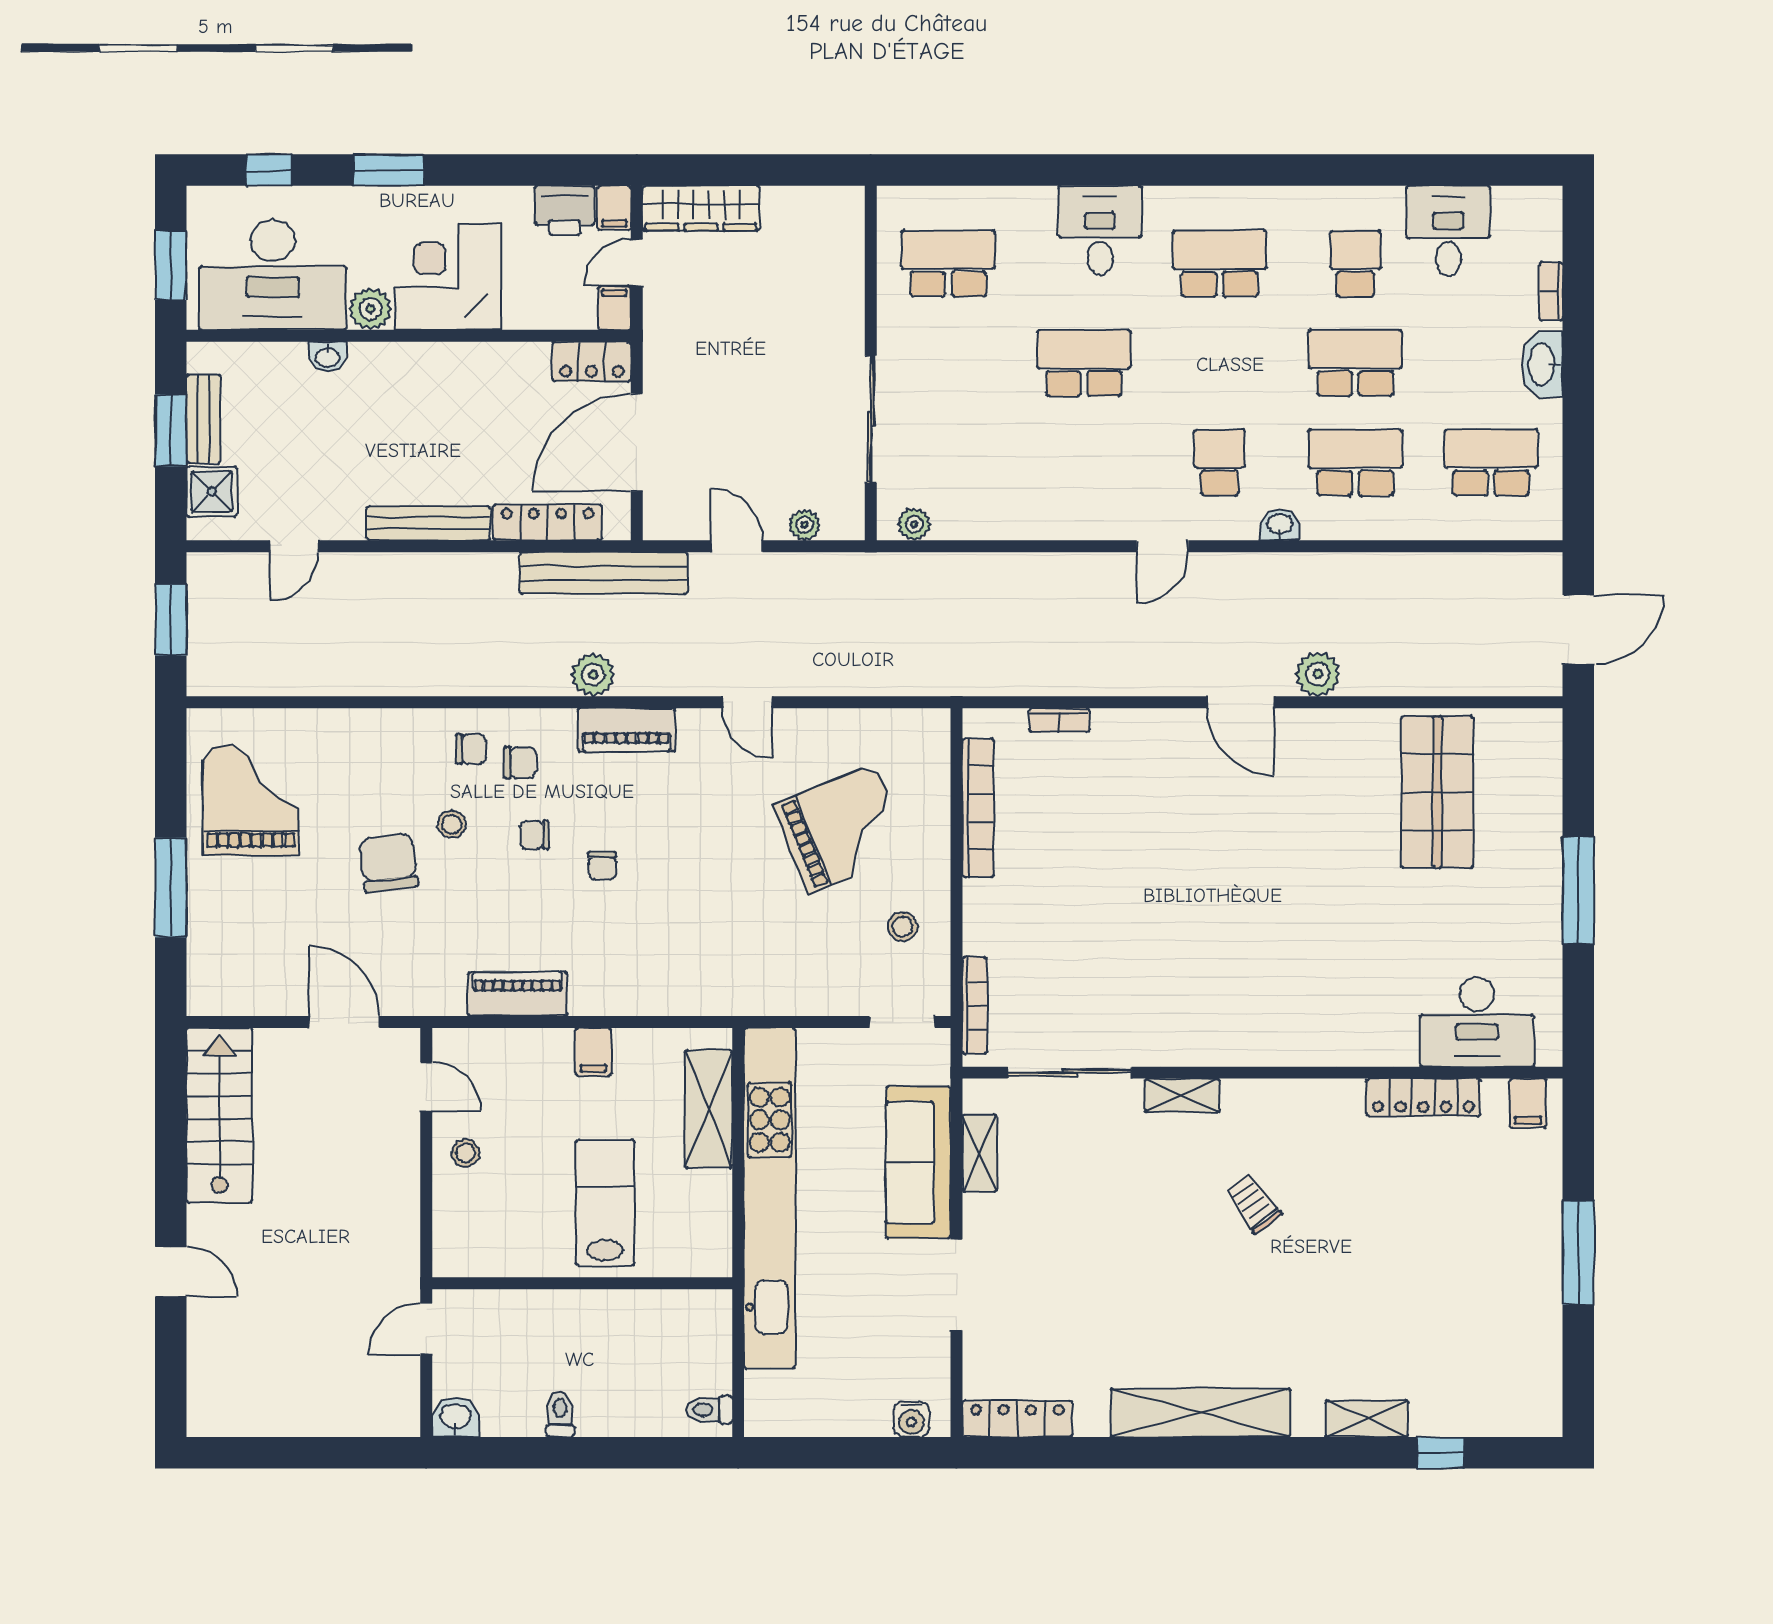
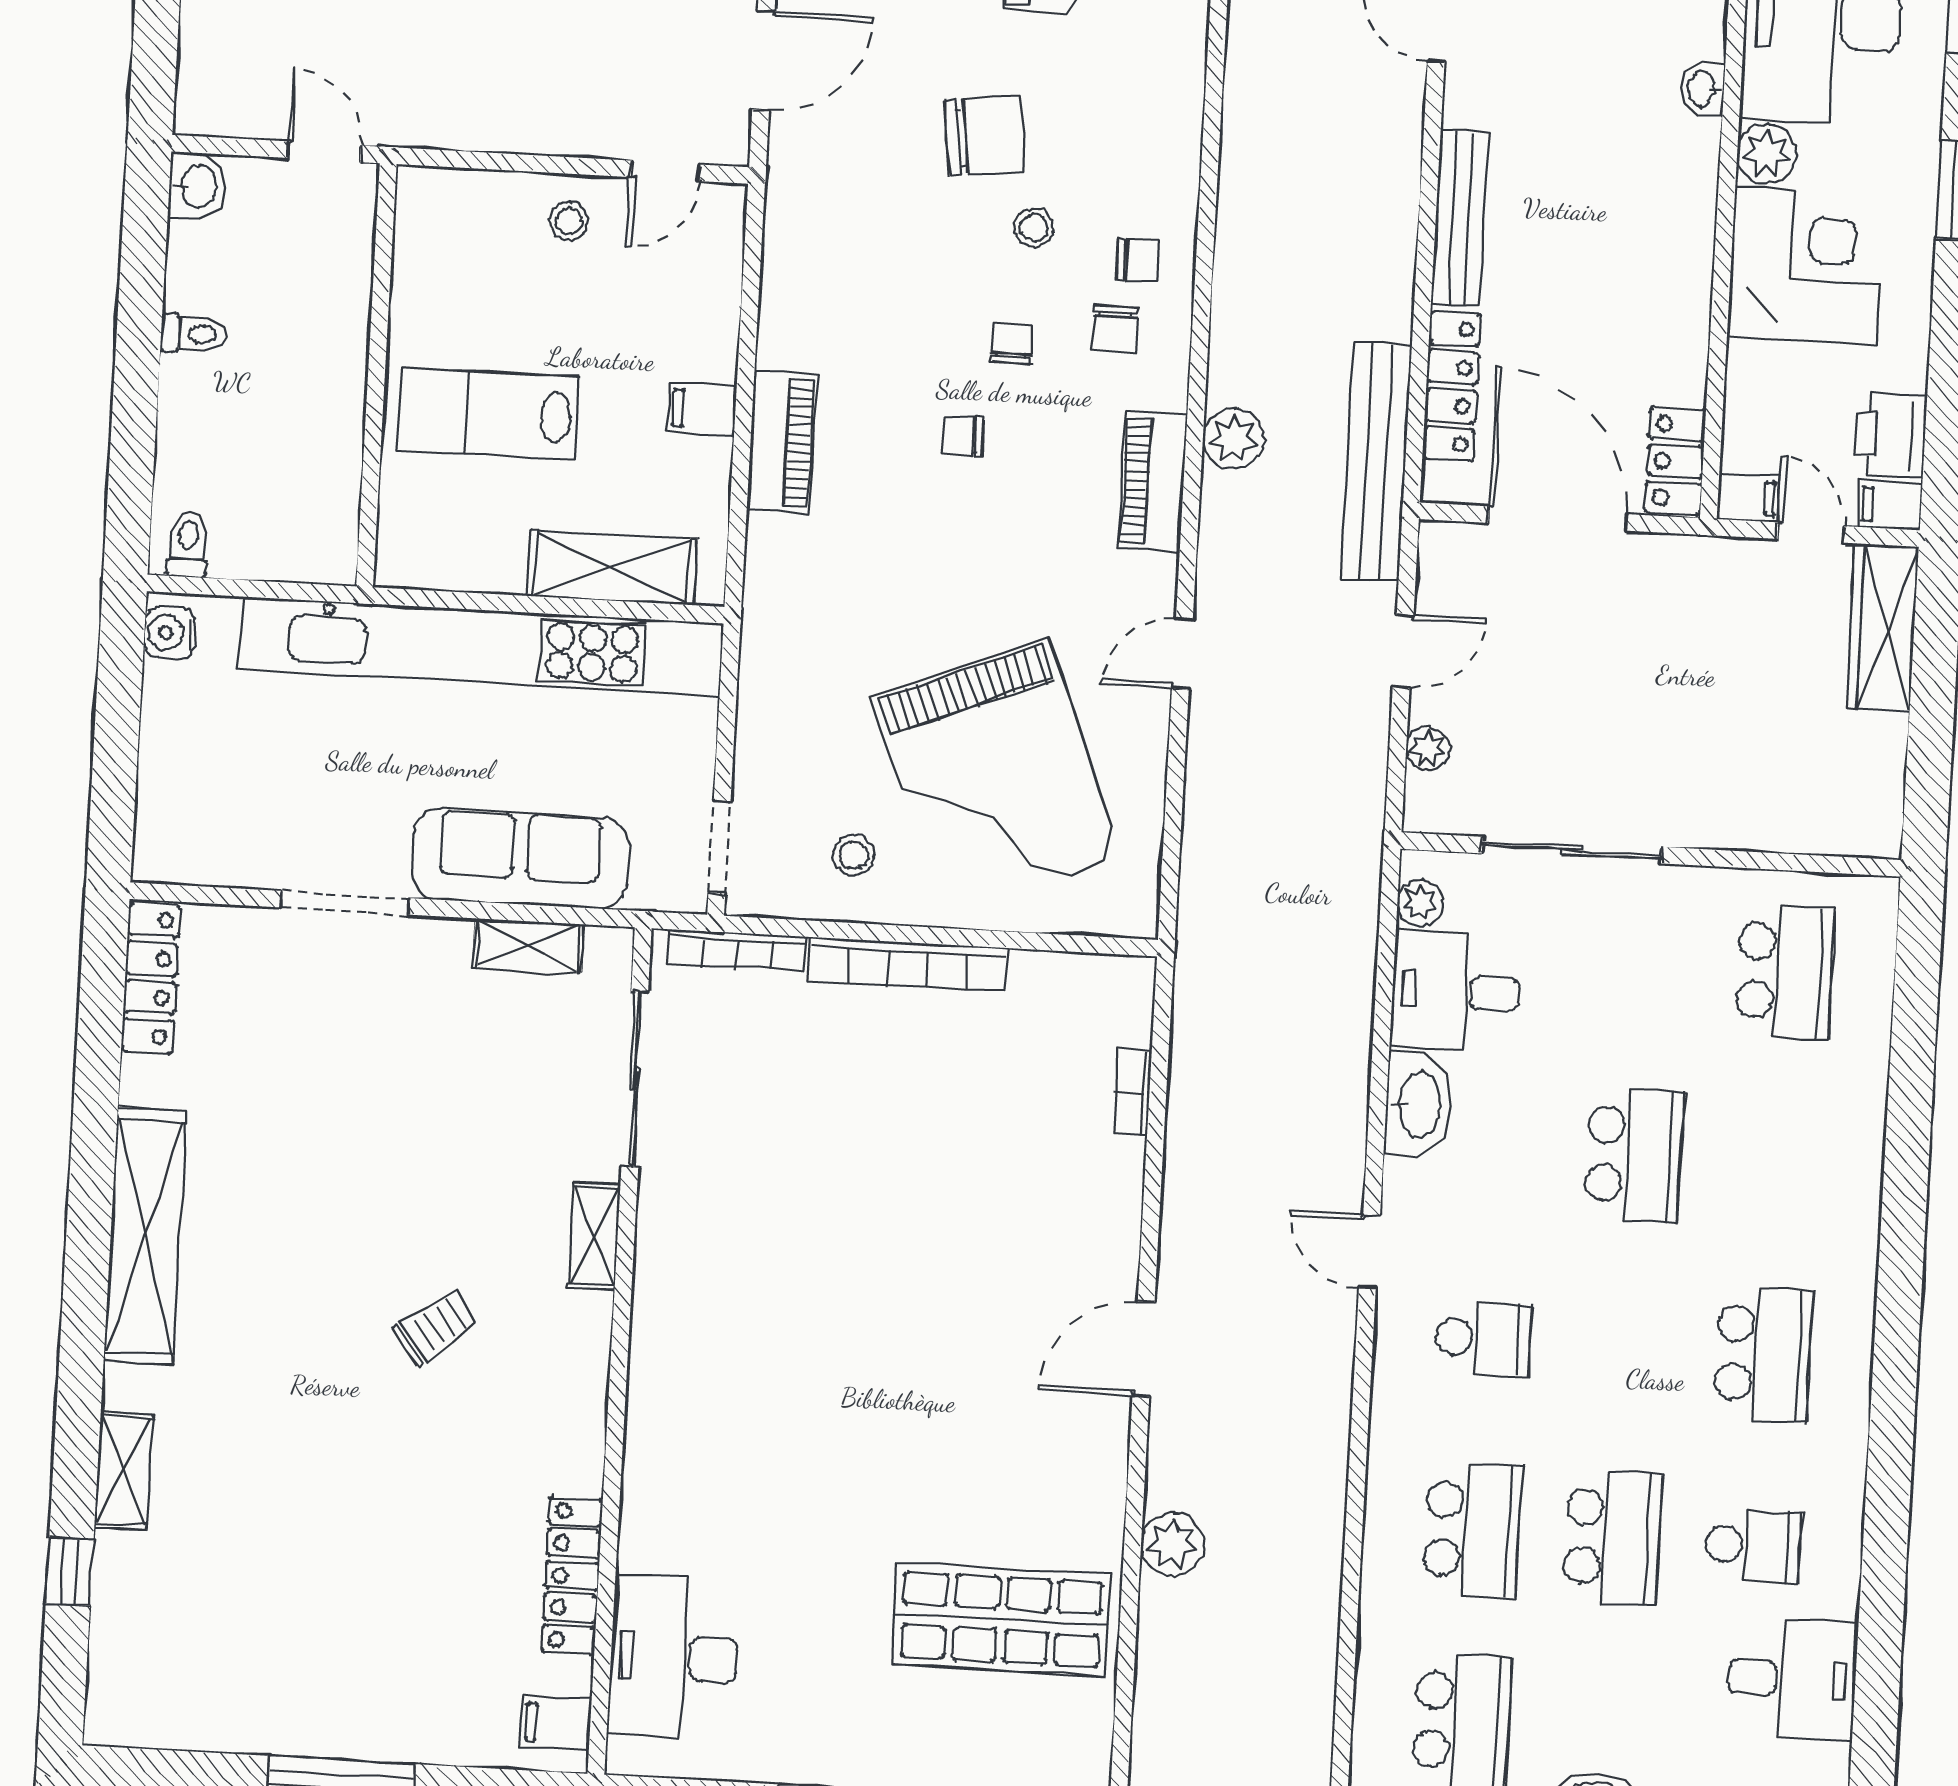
desk: (1100, 230) -> (1456, 991), moved, turned 180
washbasin: (1280, 525) -> (1418, 1105), moved, width x1.91, depth x1.45
plant: (1318, 674) -> (1172, 1544), moved
chair: (471, 749) -> (1138, 261), turned -90
bookcase: (978, 808) -> (907, 965), moved
grand piano: (842, 829) -> (997, 778), width x1.37, depth x1.48
piano: (517, 994) -> (782, 442), moved
lab bench: (605, 1202) -> (488, 414), turned 180
water cooler: (911, 1419) -> (170, 633), moved

